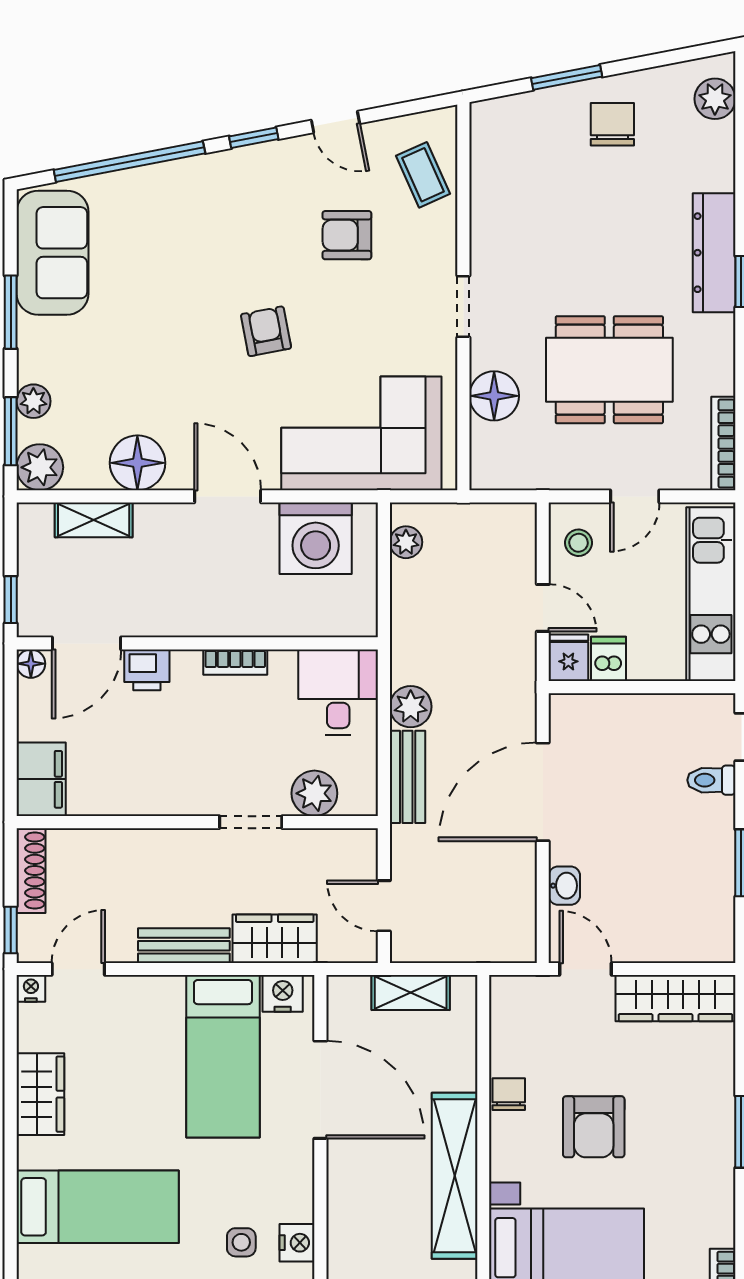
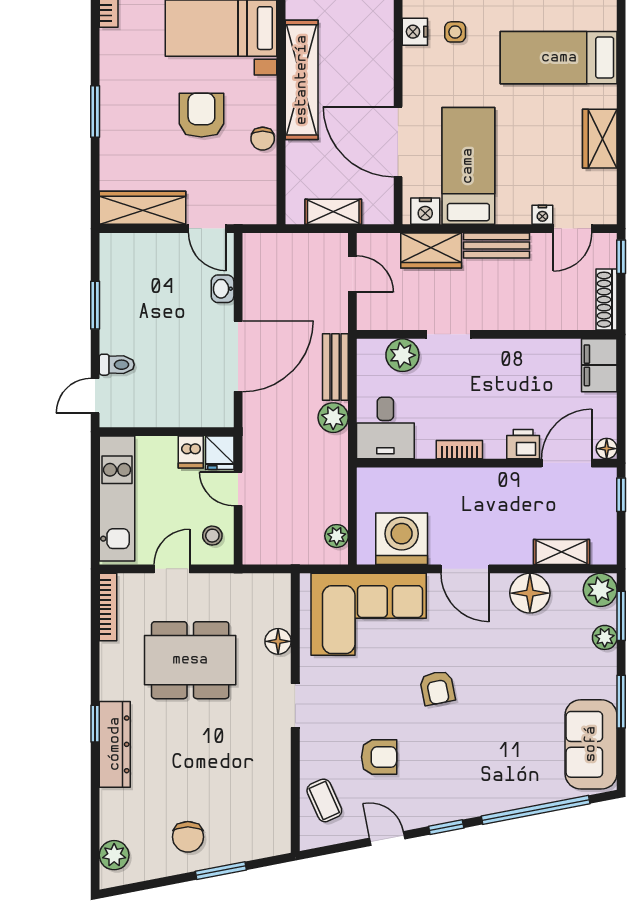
floor lamp: (494, 396) -> (278, 641), width x0.73, depth x0.73
nightstand: (31, 988) -> (542, 215), moved

